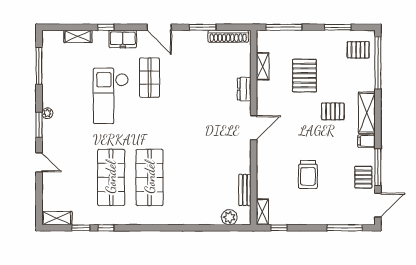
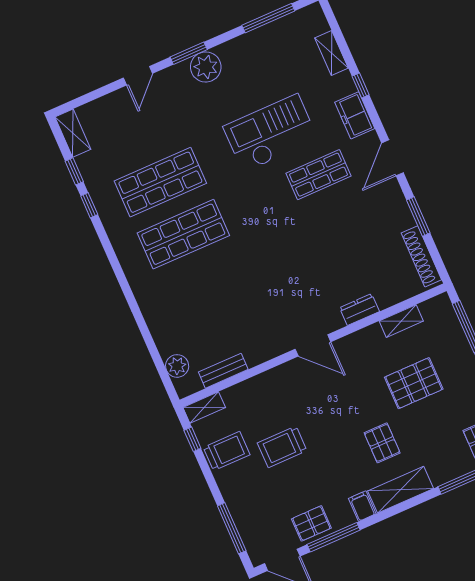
plant: (47, 113) -> (206, 67), width x1.88, depth x1.88
trolley: (295, 210) -> (227, 451), added

